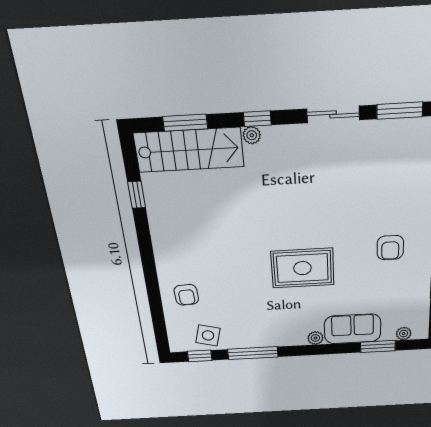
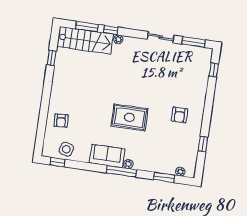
window: (257, 119) -> (111, 30), moved
sofa: (353, 329) -> (107, 156), moved
window: (253, 353) -> (122, 171), moved

